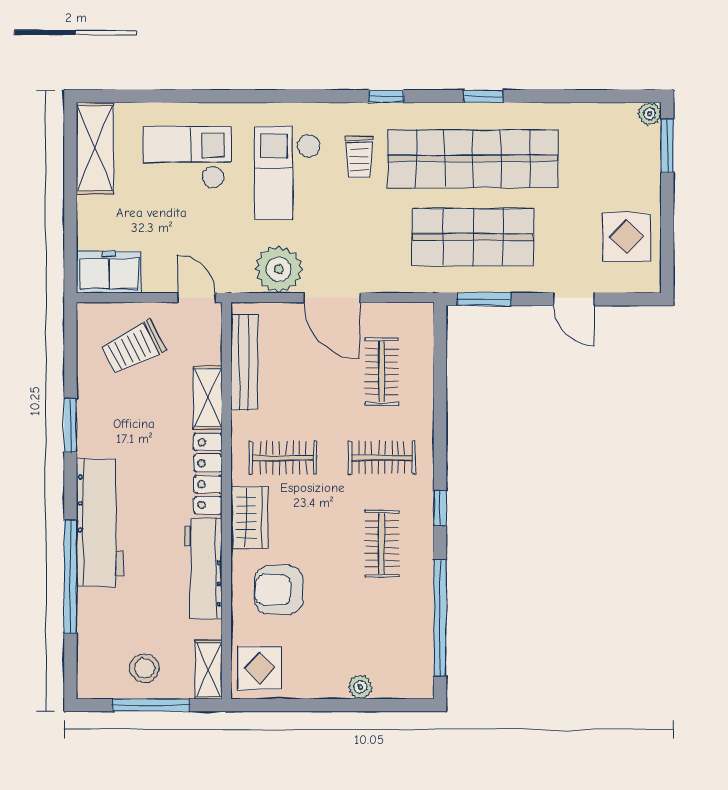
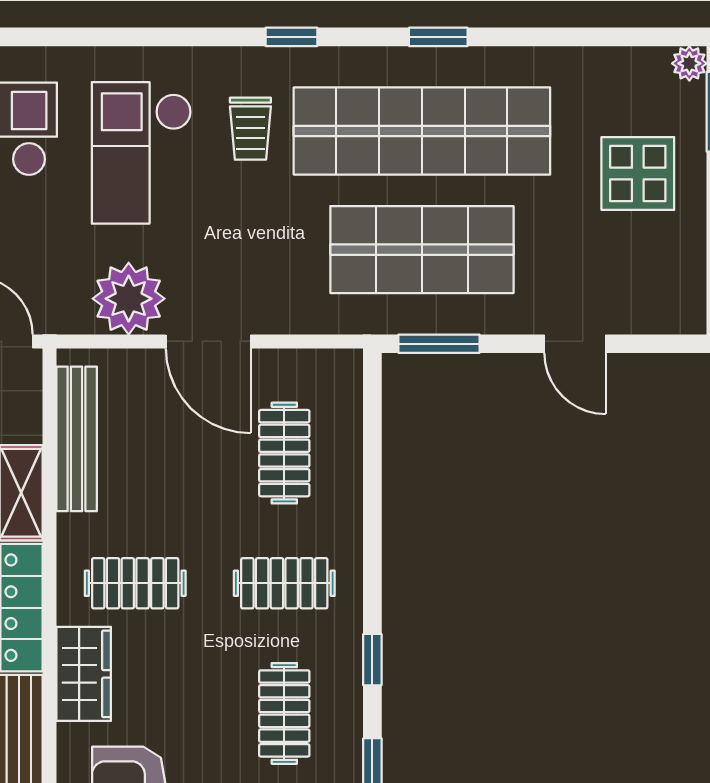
display table: (626, 237) -> (638, 173), moved

